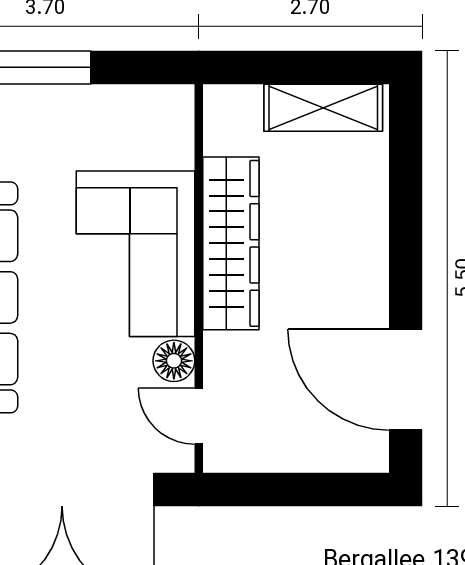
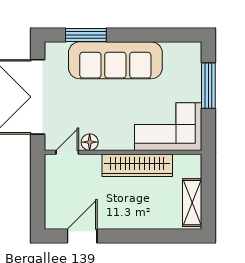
corner sofa: (136, 254) -> (168, 127), moved
door: (406, 380) -> (82, 236), width x0.73

